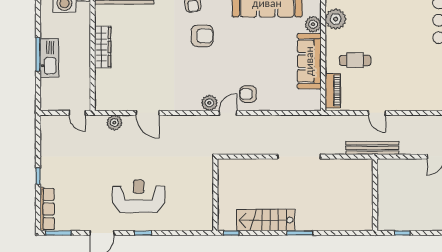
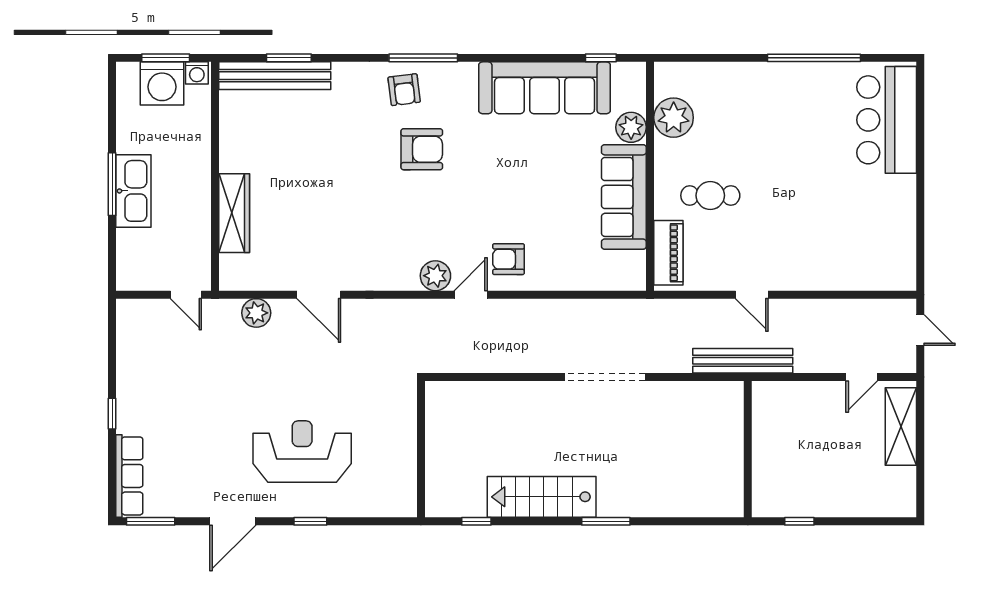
wardrobe: (103, 47) -> (234, 213), moved
wall: (215, 195) -> (421, 449), moved

